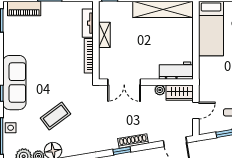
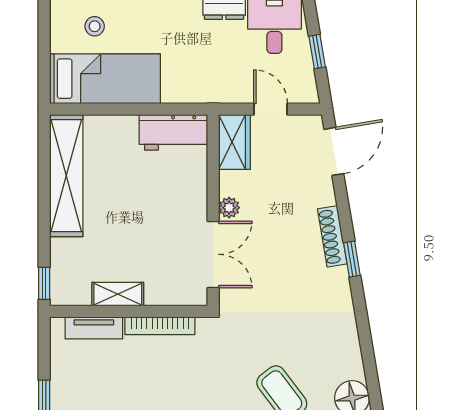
workbench: (176, 71) -> (173, 132), moved, turned -90
plant: (160, 90) -> (229, 208), moved

